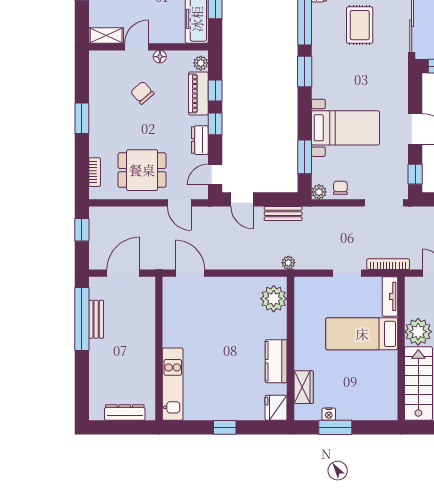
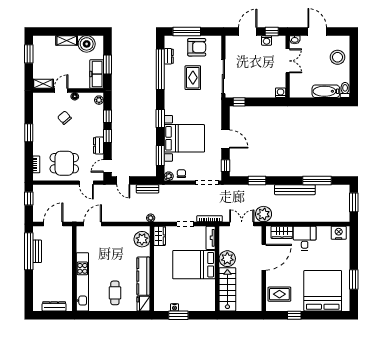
window: (305, 71) -> (160, 118), moved
piano: (198, 93) -> (98, 118), removed
bed with nightstands: (345, 128) -> (184, 138), width x1.36
door: (190, 273) -> (93, 224), hinge flipped
bed: (362, 334) -> (194, 265), width x1.50
kitchen counter: (276, 361) -> (143, 276), width x1.50
kitchen unit: (173, 384) -> (82, 282), width x1.36
wardrobe: (304, 387) -> (160, 236), moved
cafe table: (228, 390) -> (115, 293), added
window: (225, 427) -> (113, 315), removed

